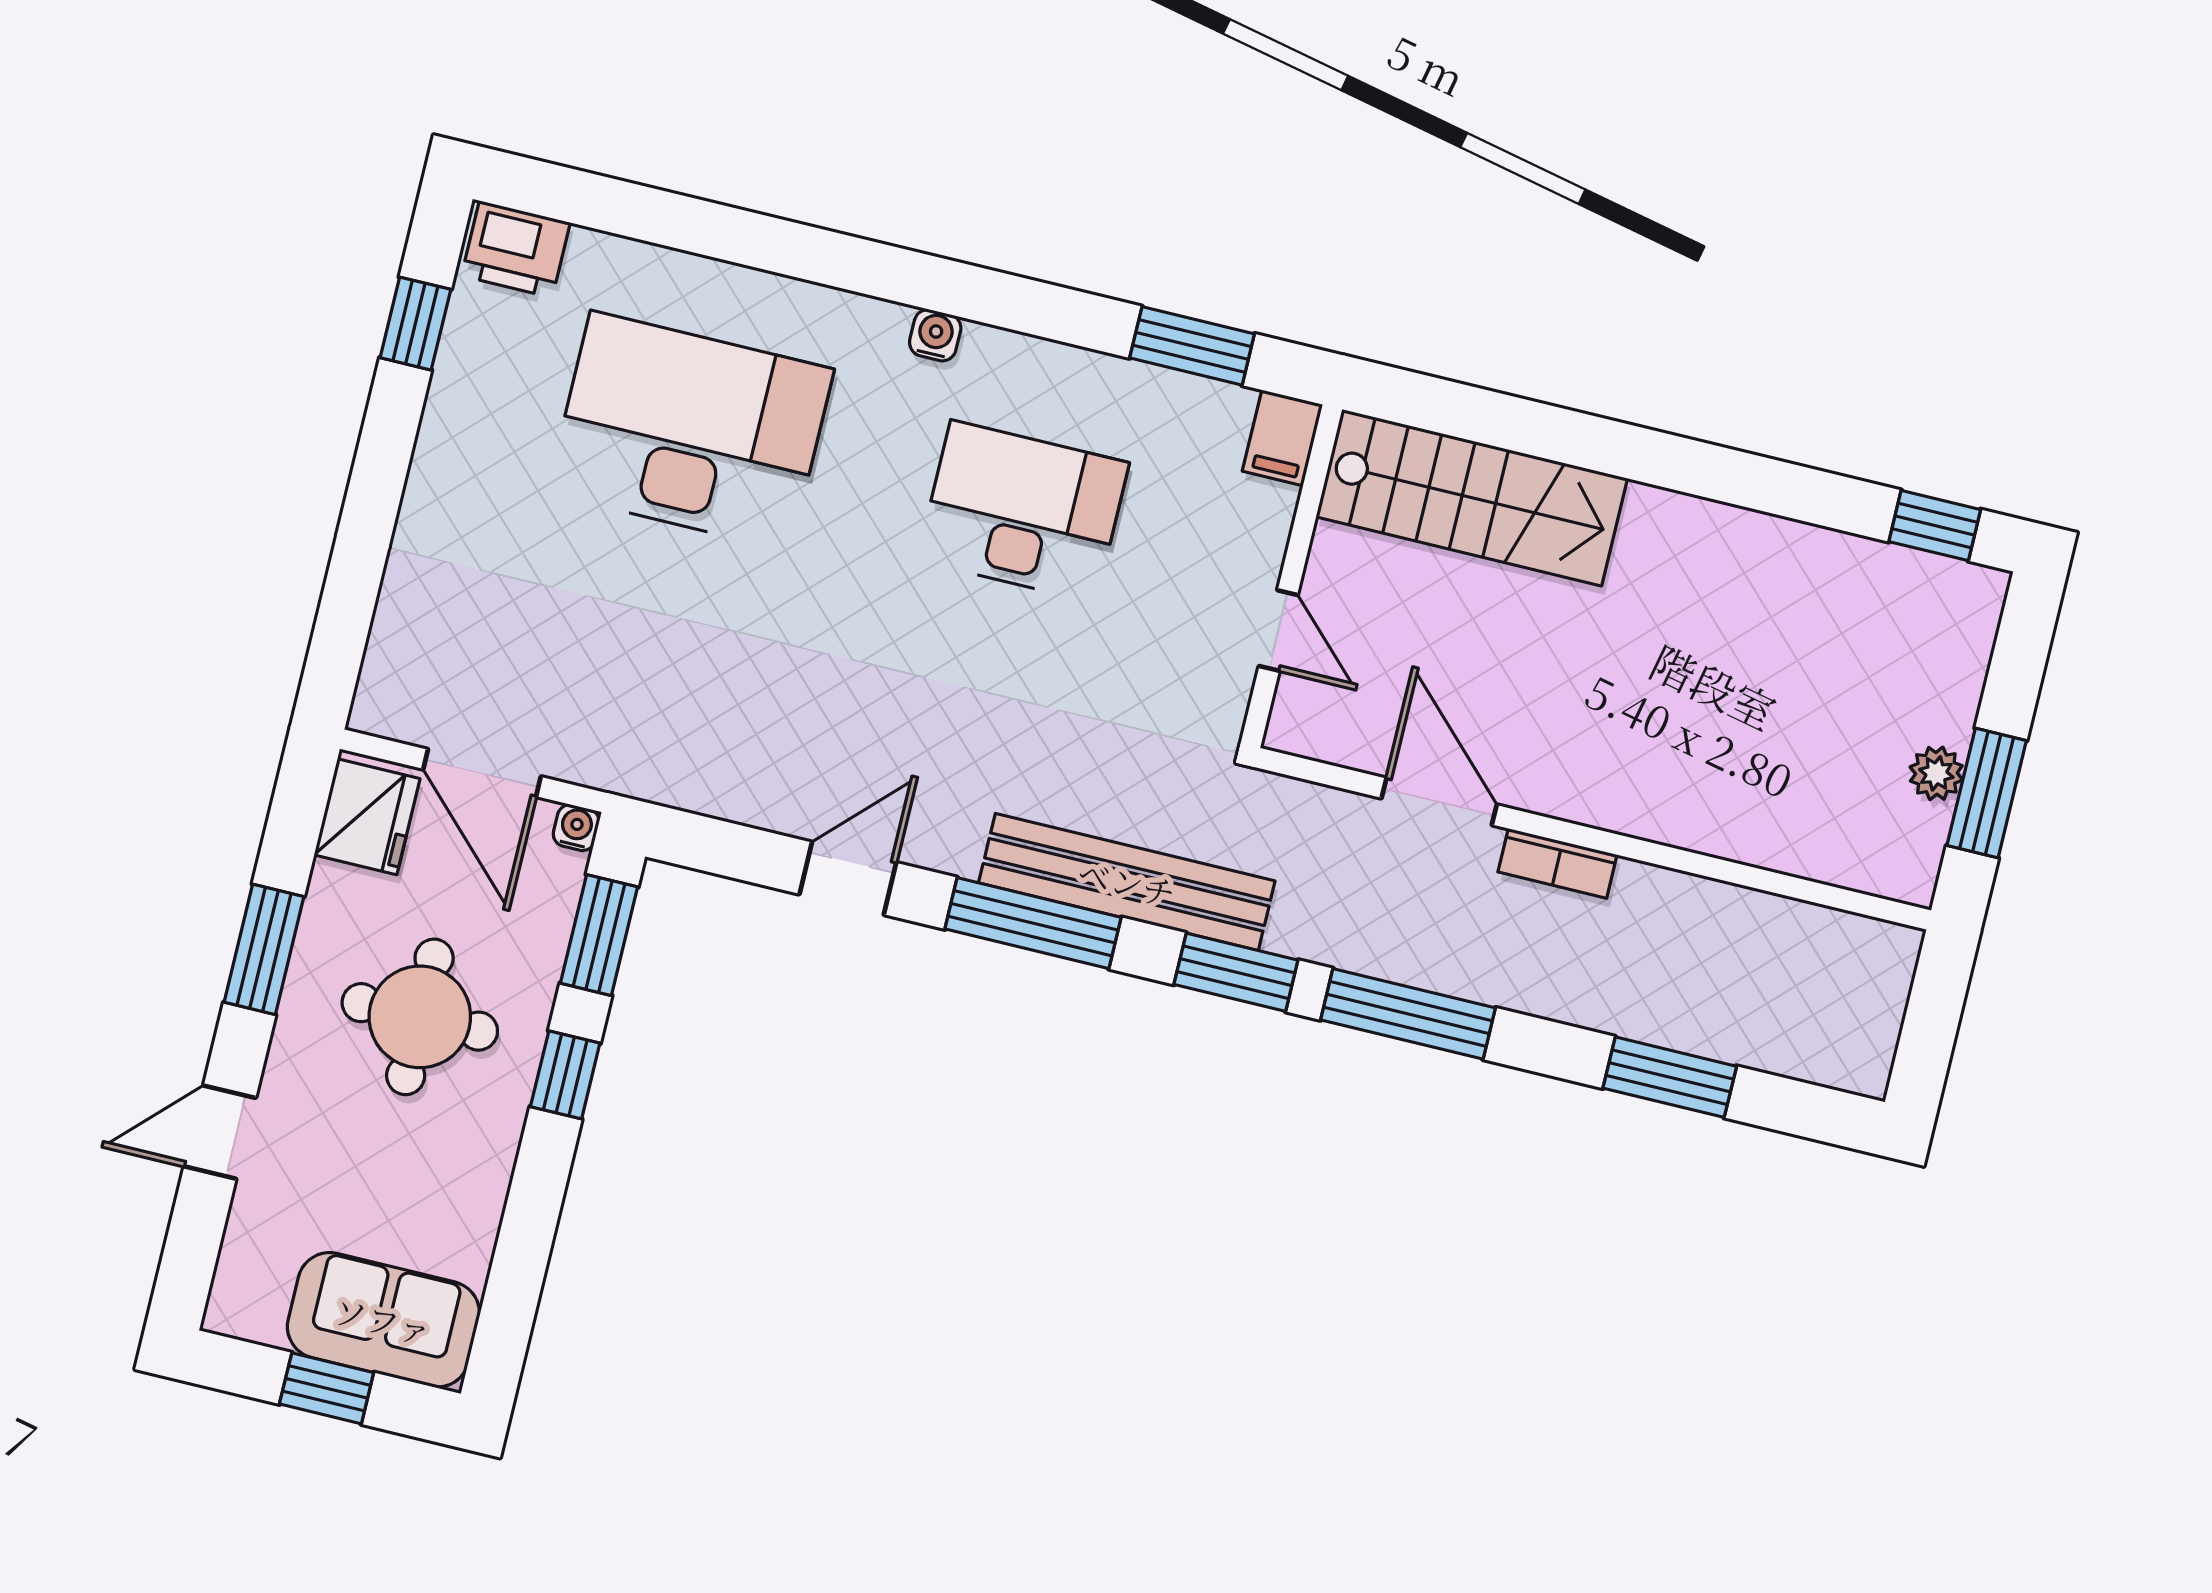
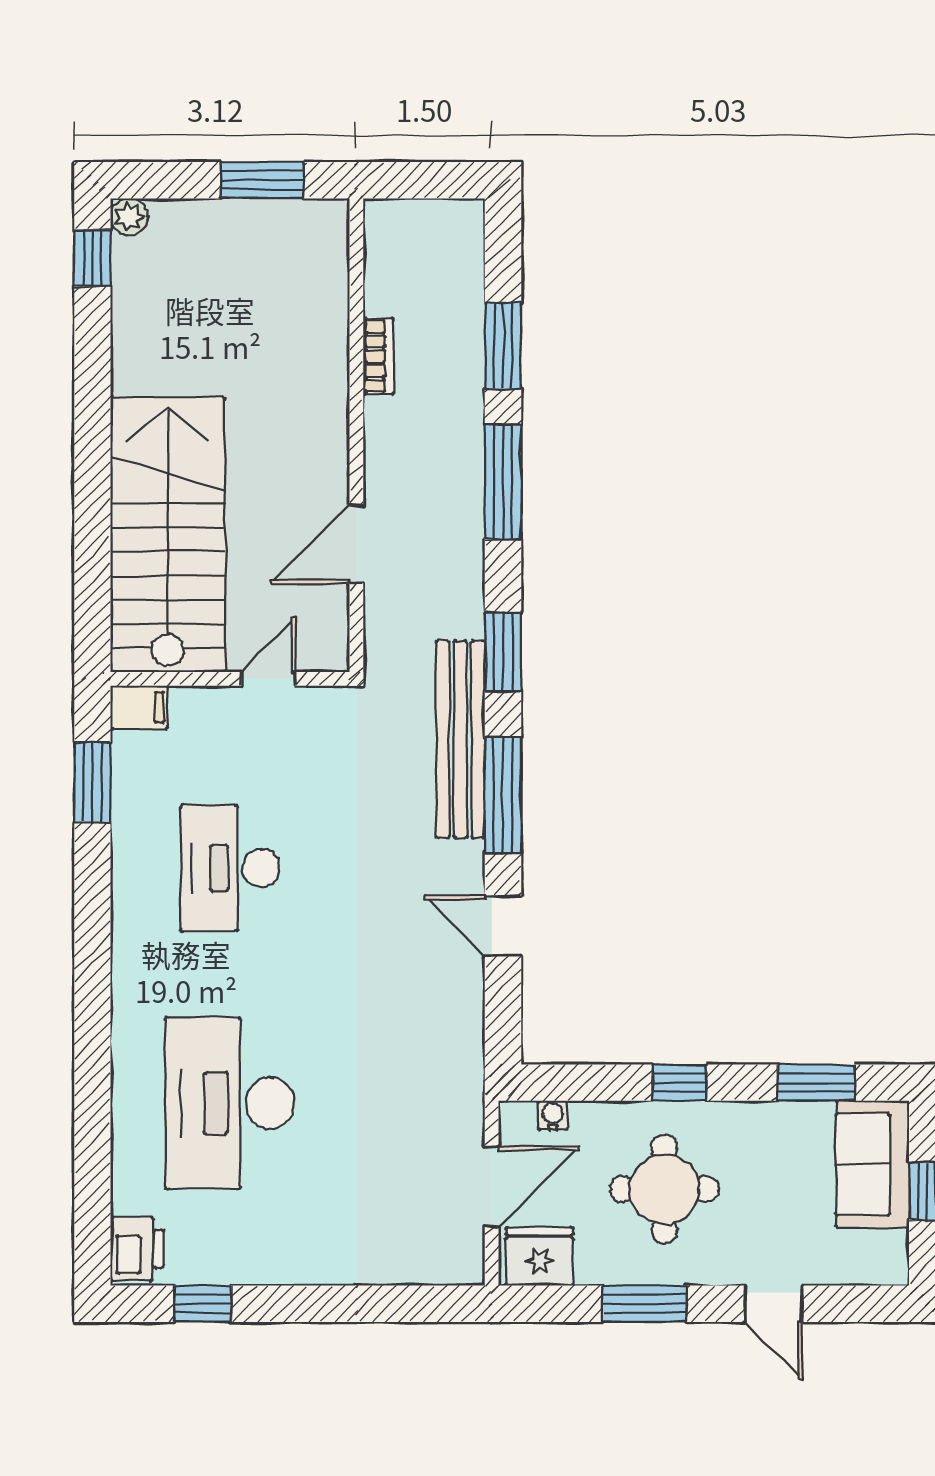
water cooler: (935, 335) -> (127, 955), removed
stairs: (1472, 498) -> (168, 535), width x1.36, depth x1.51
plant: (1936, 773) -> (129, 217), moved
water cooler: (576, 828) -> (553, 1115), moved, turned 90
bookcase: (1558, 863) -> (378, 356), moved
window: (599, 935) -> (816, 1083), moved
window: (1408, 1014) -> (503, 482), moved

